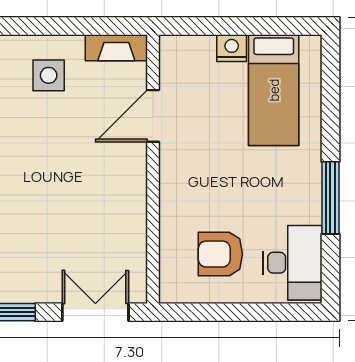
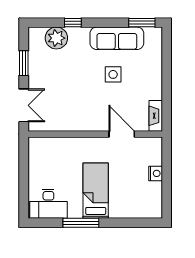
side table: (49, 75) -> (113, 74), moved
bed: (274, 90) -> (96, 191), moved, turned 90
armchair: (220, 254) -> (53, 168), removed

